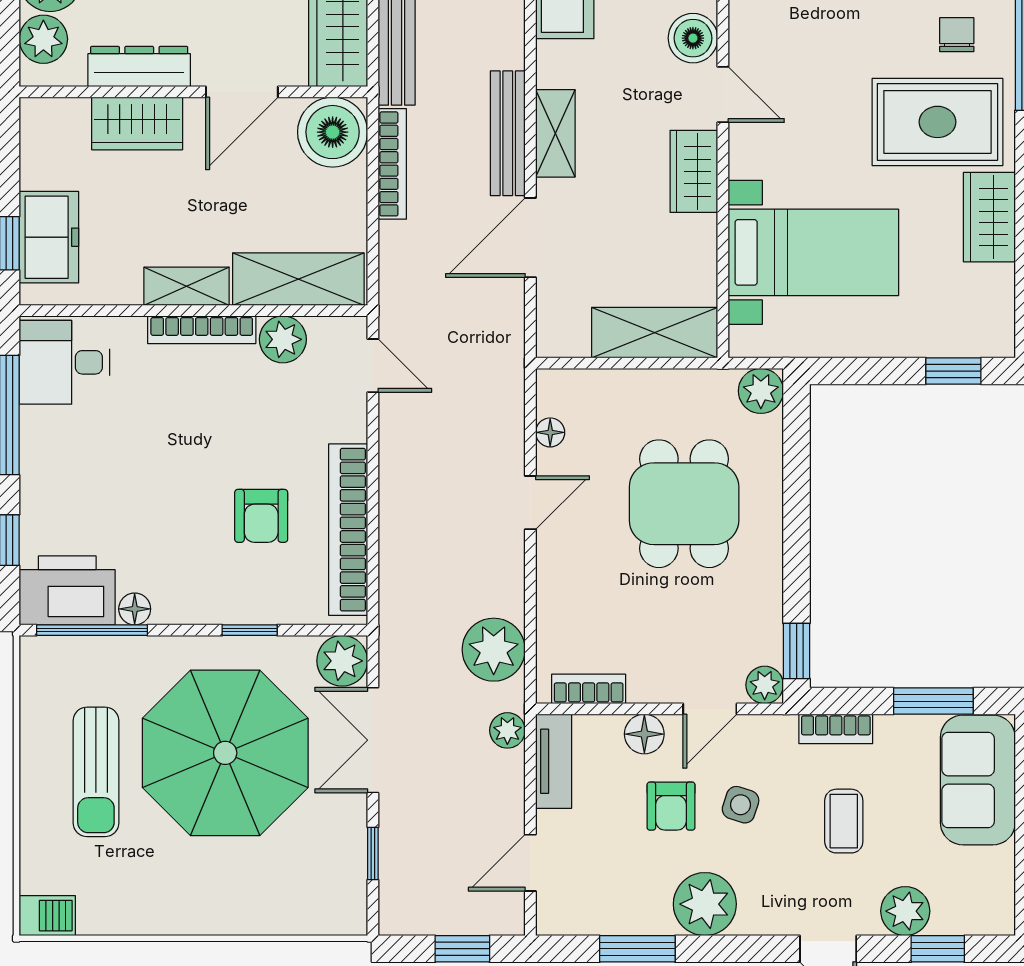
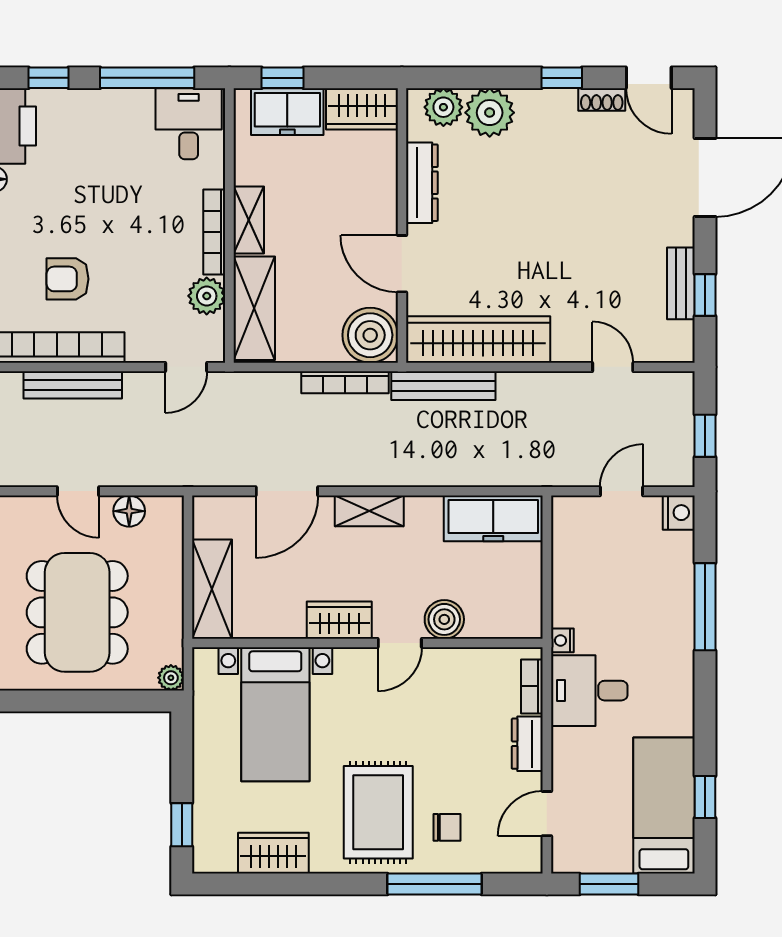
wardrobe: (137, 123) -> (362, 109), moved, turned -90
bench: (508, 133) -> (73, 385), moved
wardrobe: (989, 217) -> (273, 853), moved
door: (530, 238) -> (287, 491), swing flipped
plant: (761, 391) -> (171, 678), width x0.73, depth x0.73
floor lamp: (550, 432) -> (129, 511), width x1.37, depth x1.37
dining table: (684, 504) -> (77, 612), width x1.37

